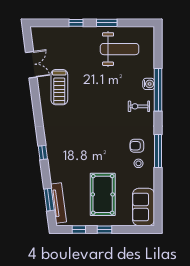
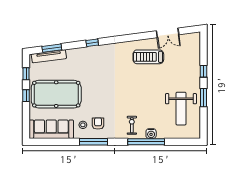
pool table: (103, 194) -> (56, 94), width x1.36, depth x1.32
sofa: (143, 207) -> (51, 129), width x1.36

